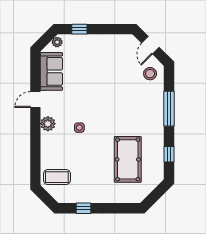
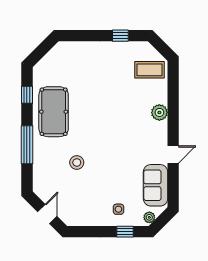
stool: (150, 74) -> (77, 162), moved
plant: (48, 124) -> (159, 112), moved
side table: (79, 128) -> (118, 209), moved
pool table: (128, 159) -> (54, 112), moved

